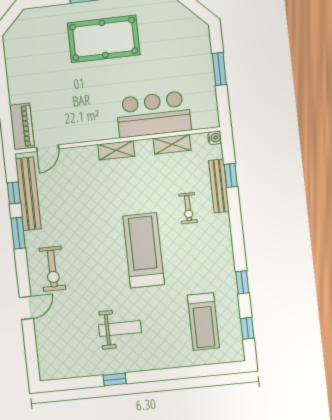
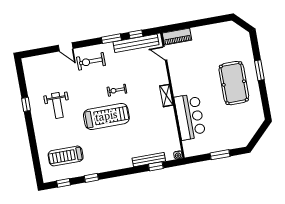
shelving: (172, 144) -> (172, 129), removed
exercise bike: (188, 208) -> (117, 90), moved

